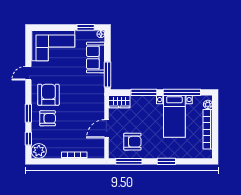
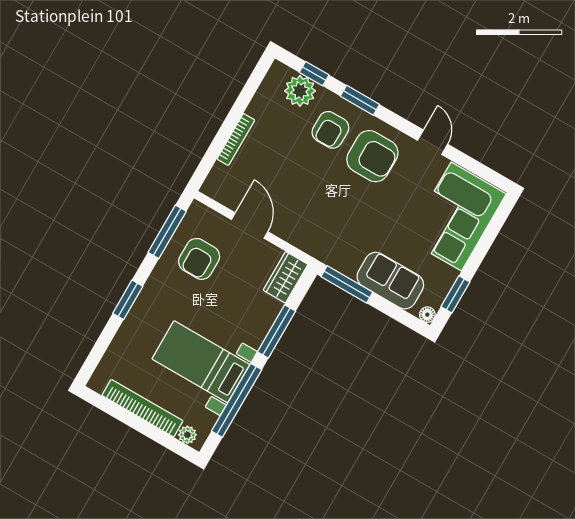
plant: (39, 151) -> (300, 91), moved

